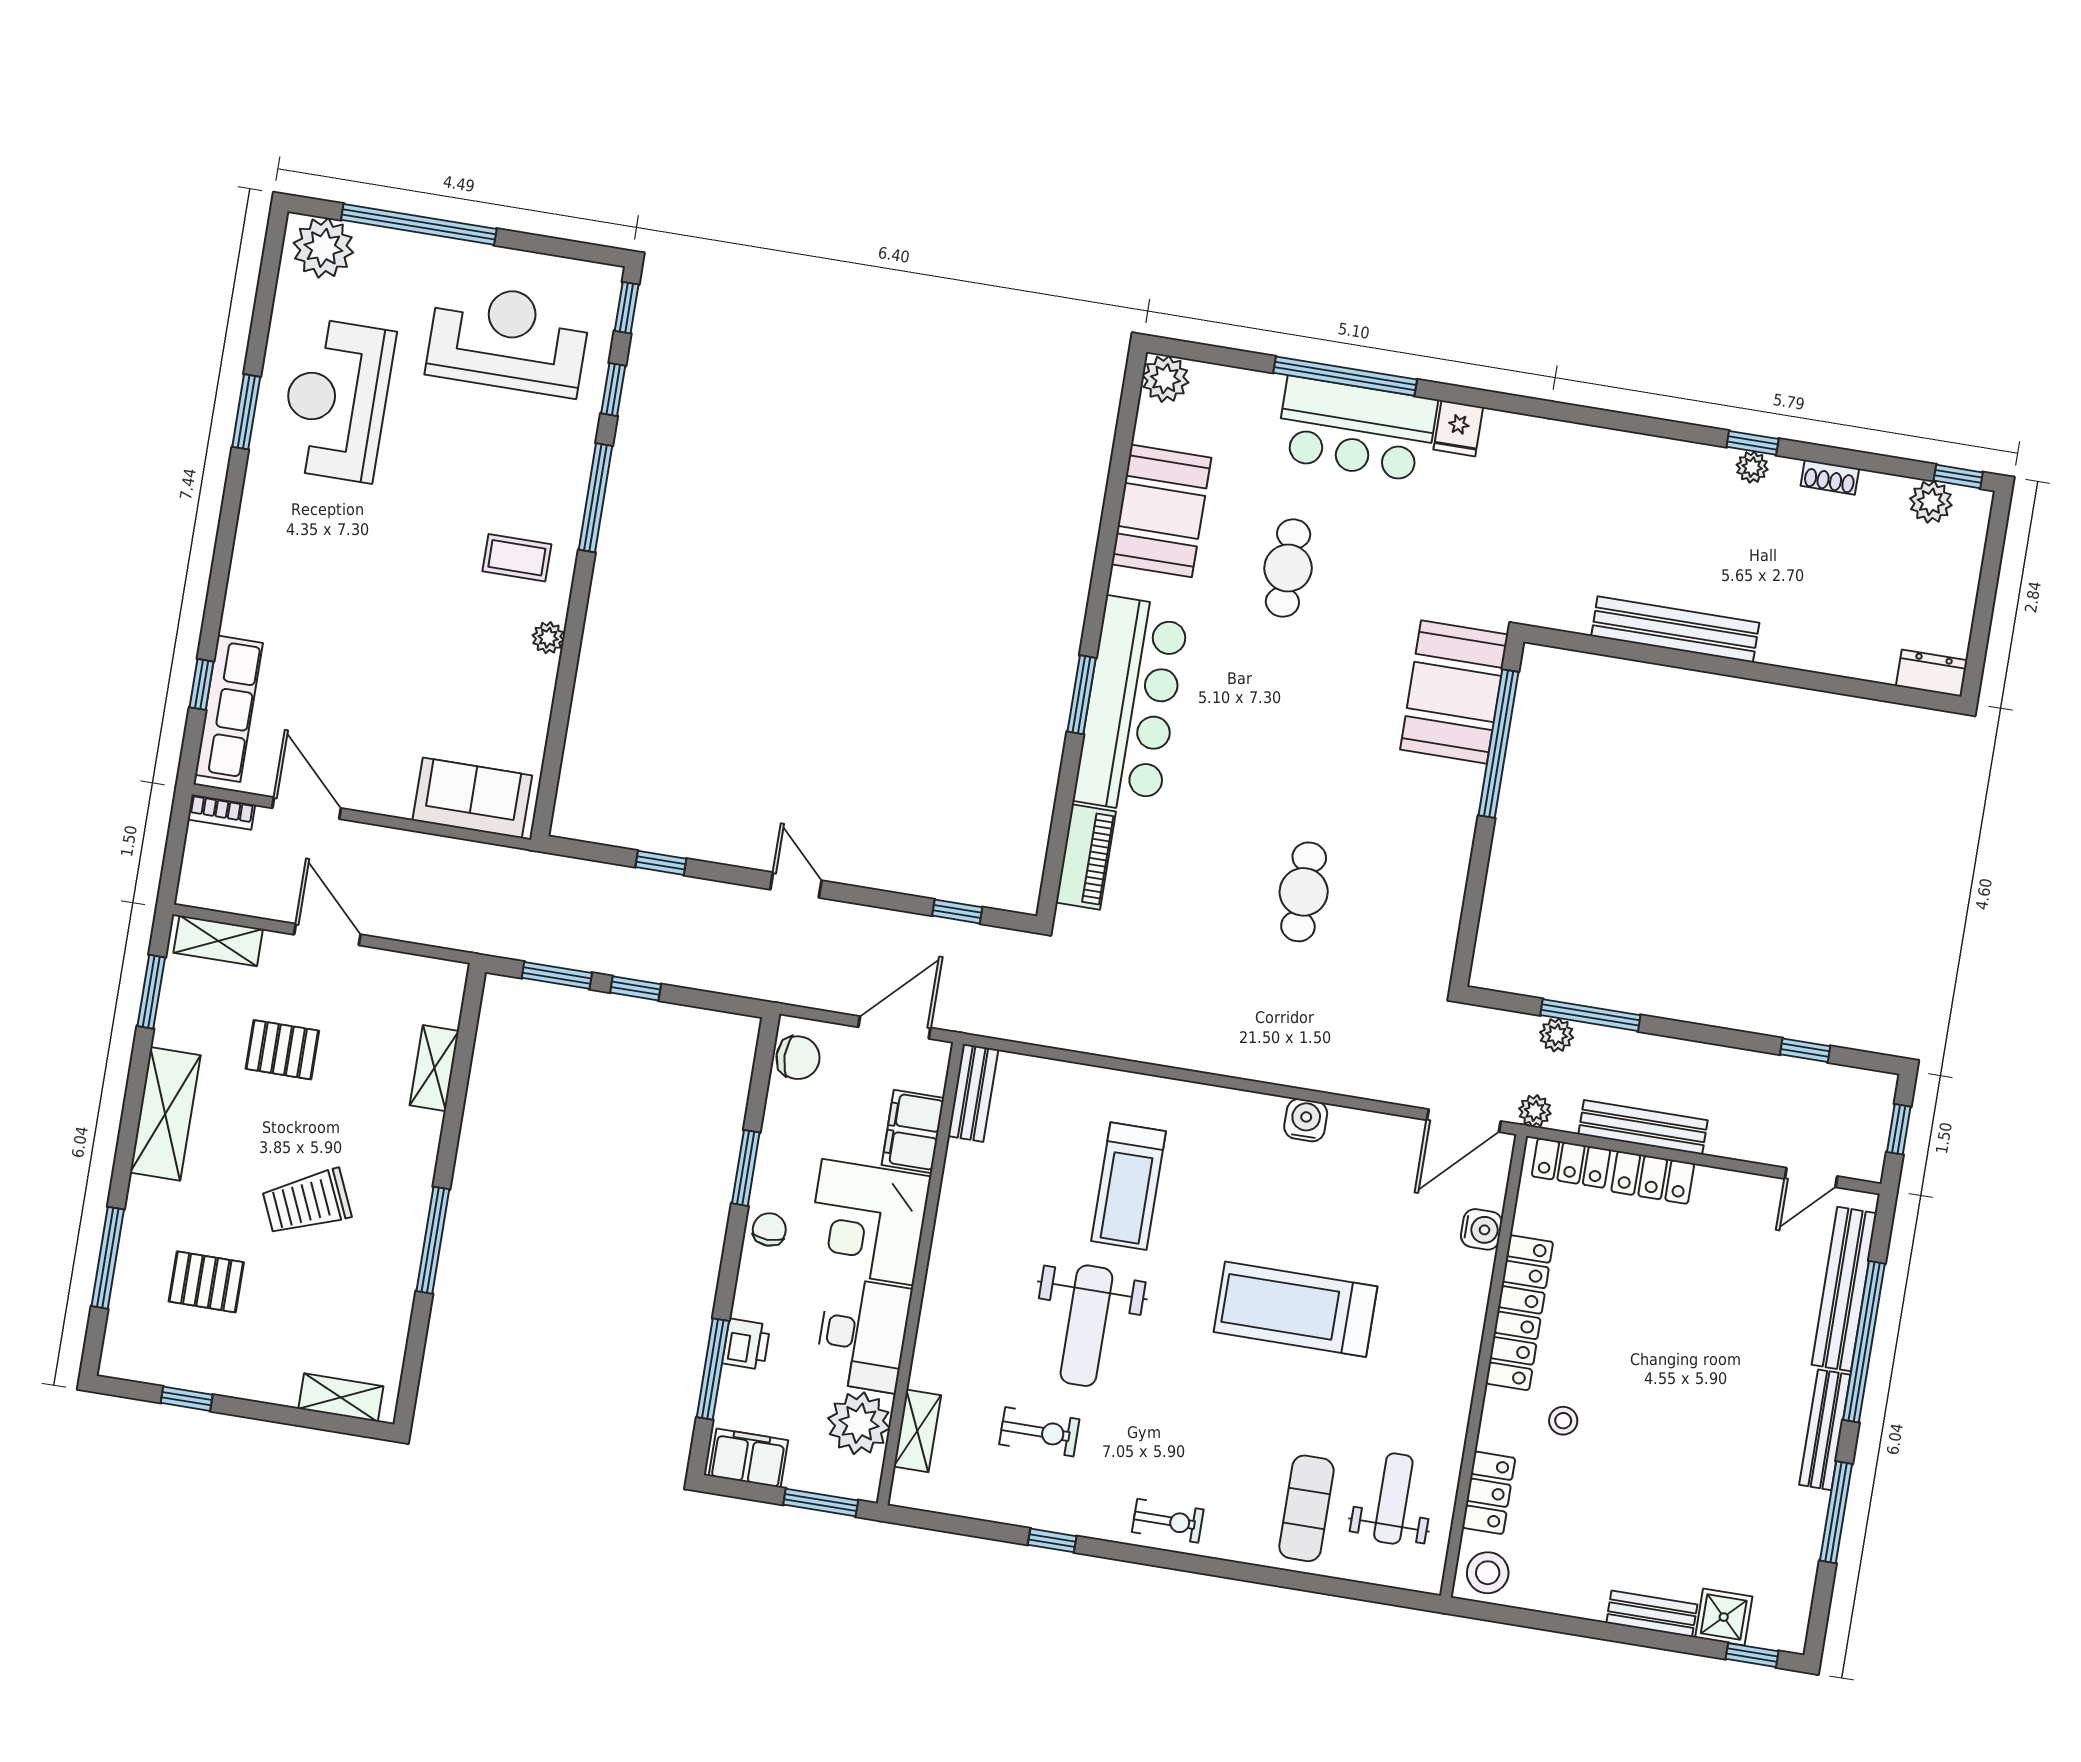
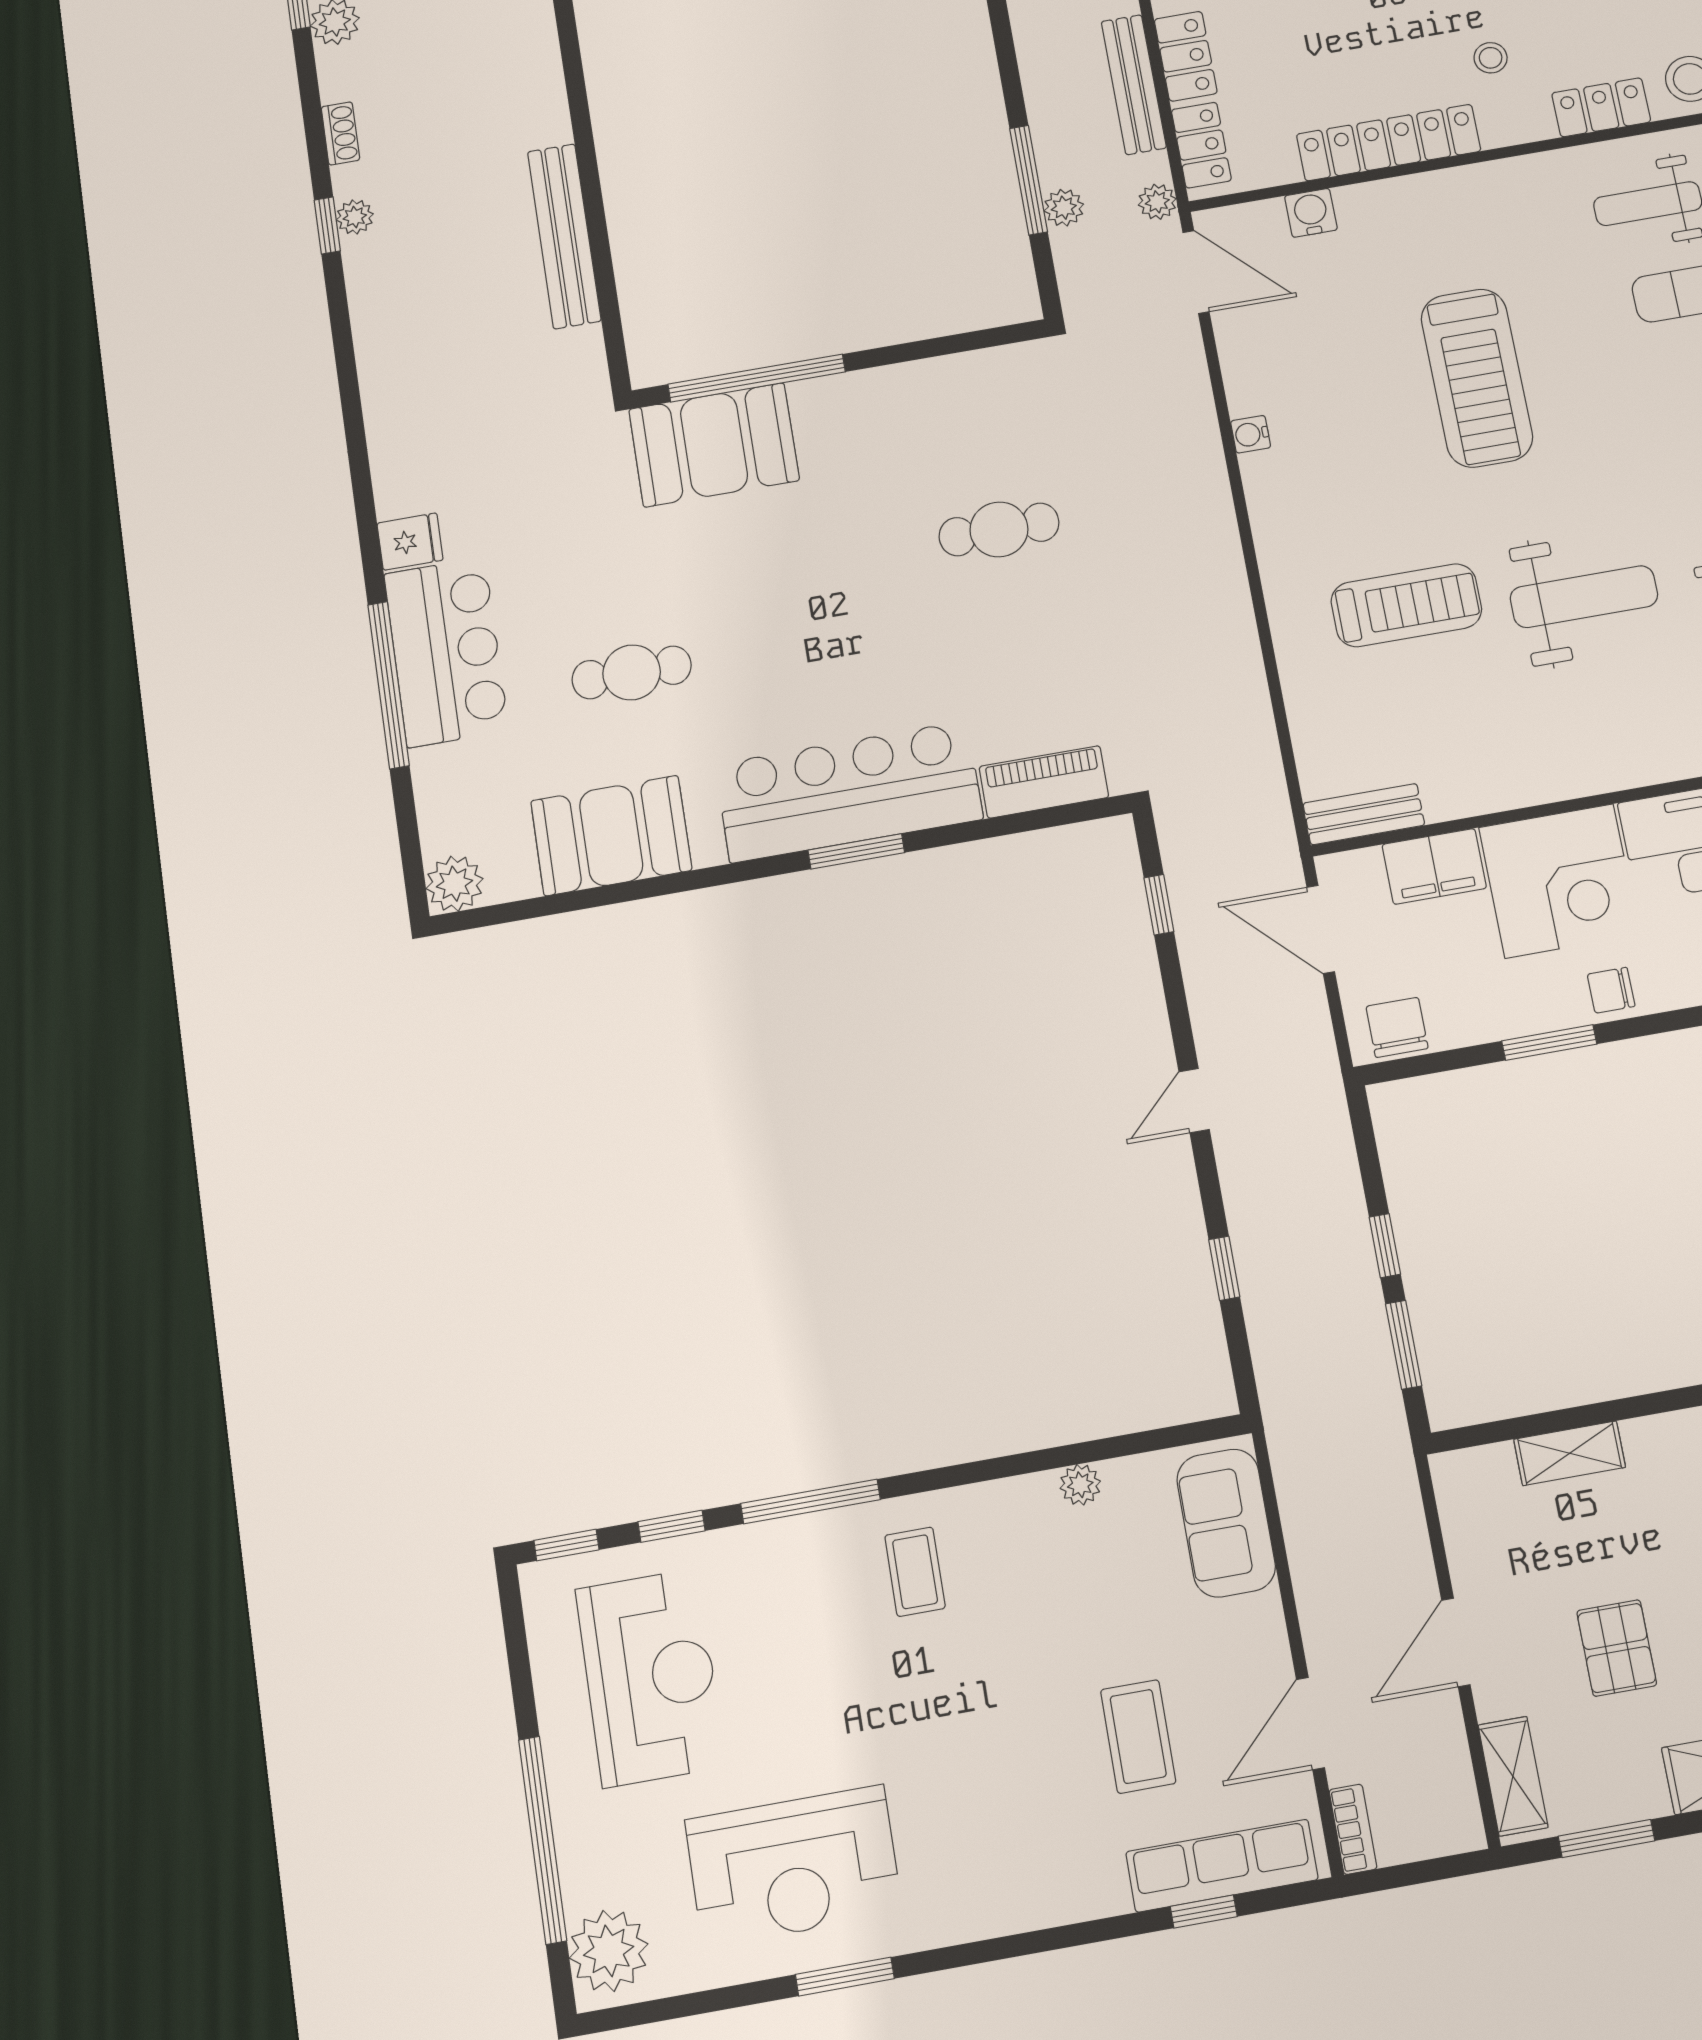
reception desk: (508, 339) -> (650, 1677), turned 180
plant: (548, 638) -> (1080, 1485), moved
coffee table: (341, 680) -> (1138, 1736), added
water cooler: (1306, 1120) -> (1251, 434), width x0.72, depth x0.72

